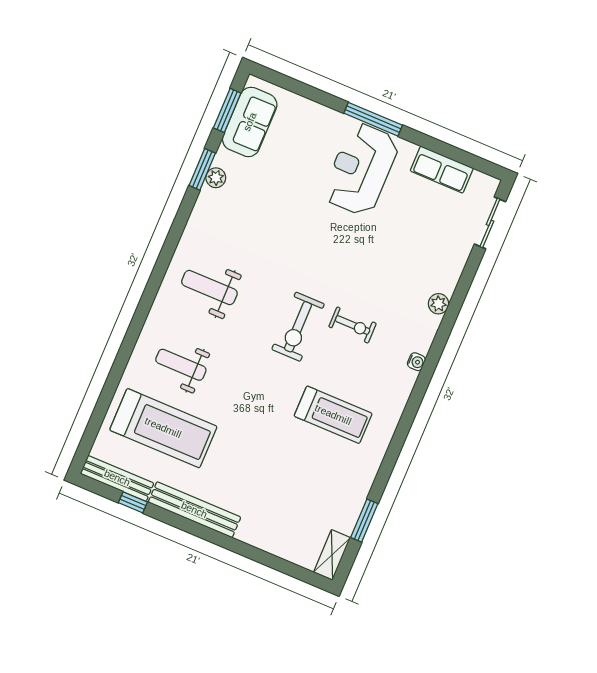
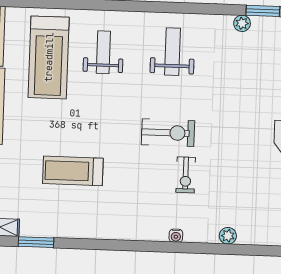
plant: (216, 178) -> (242, 23), moved
exercise bike: (298, 327) -> (168, 133), turned 180
treadmill: (333, 415) -> (73, 171), moved, turned 90

